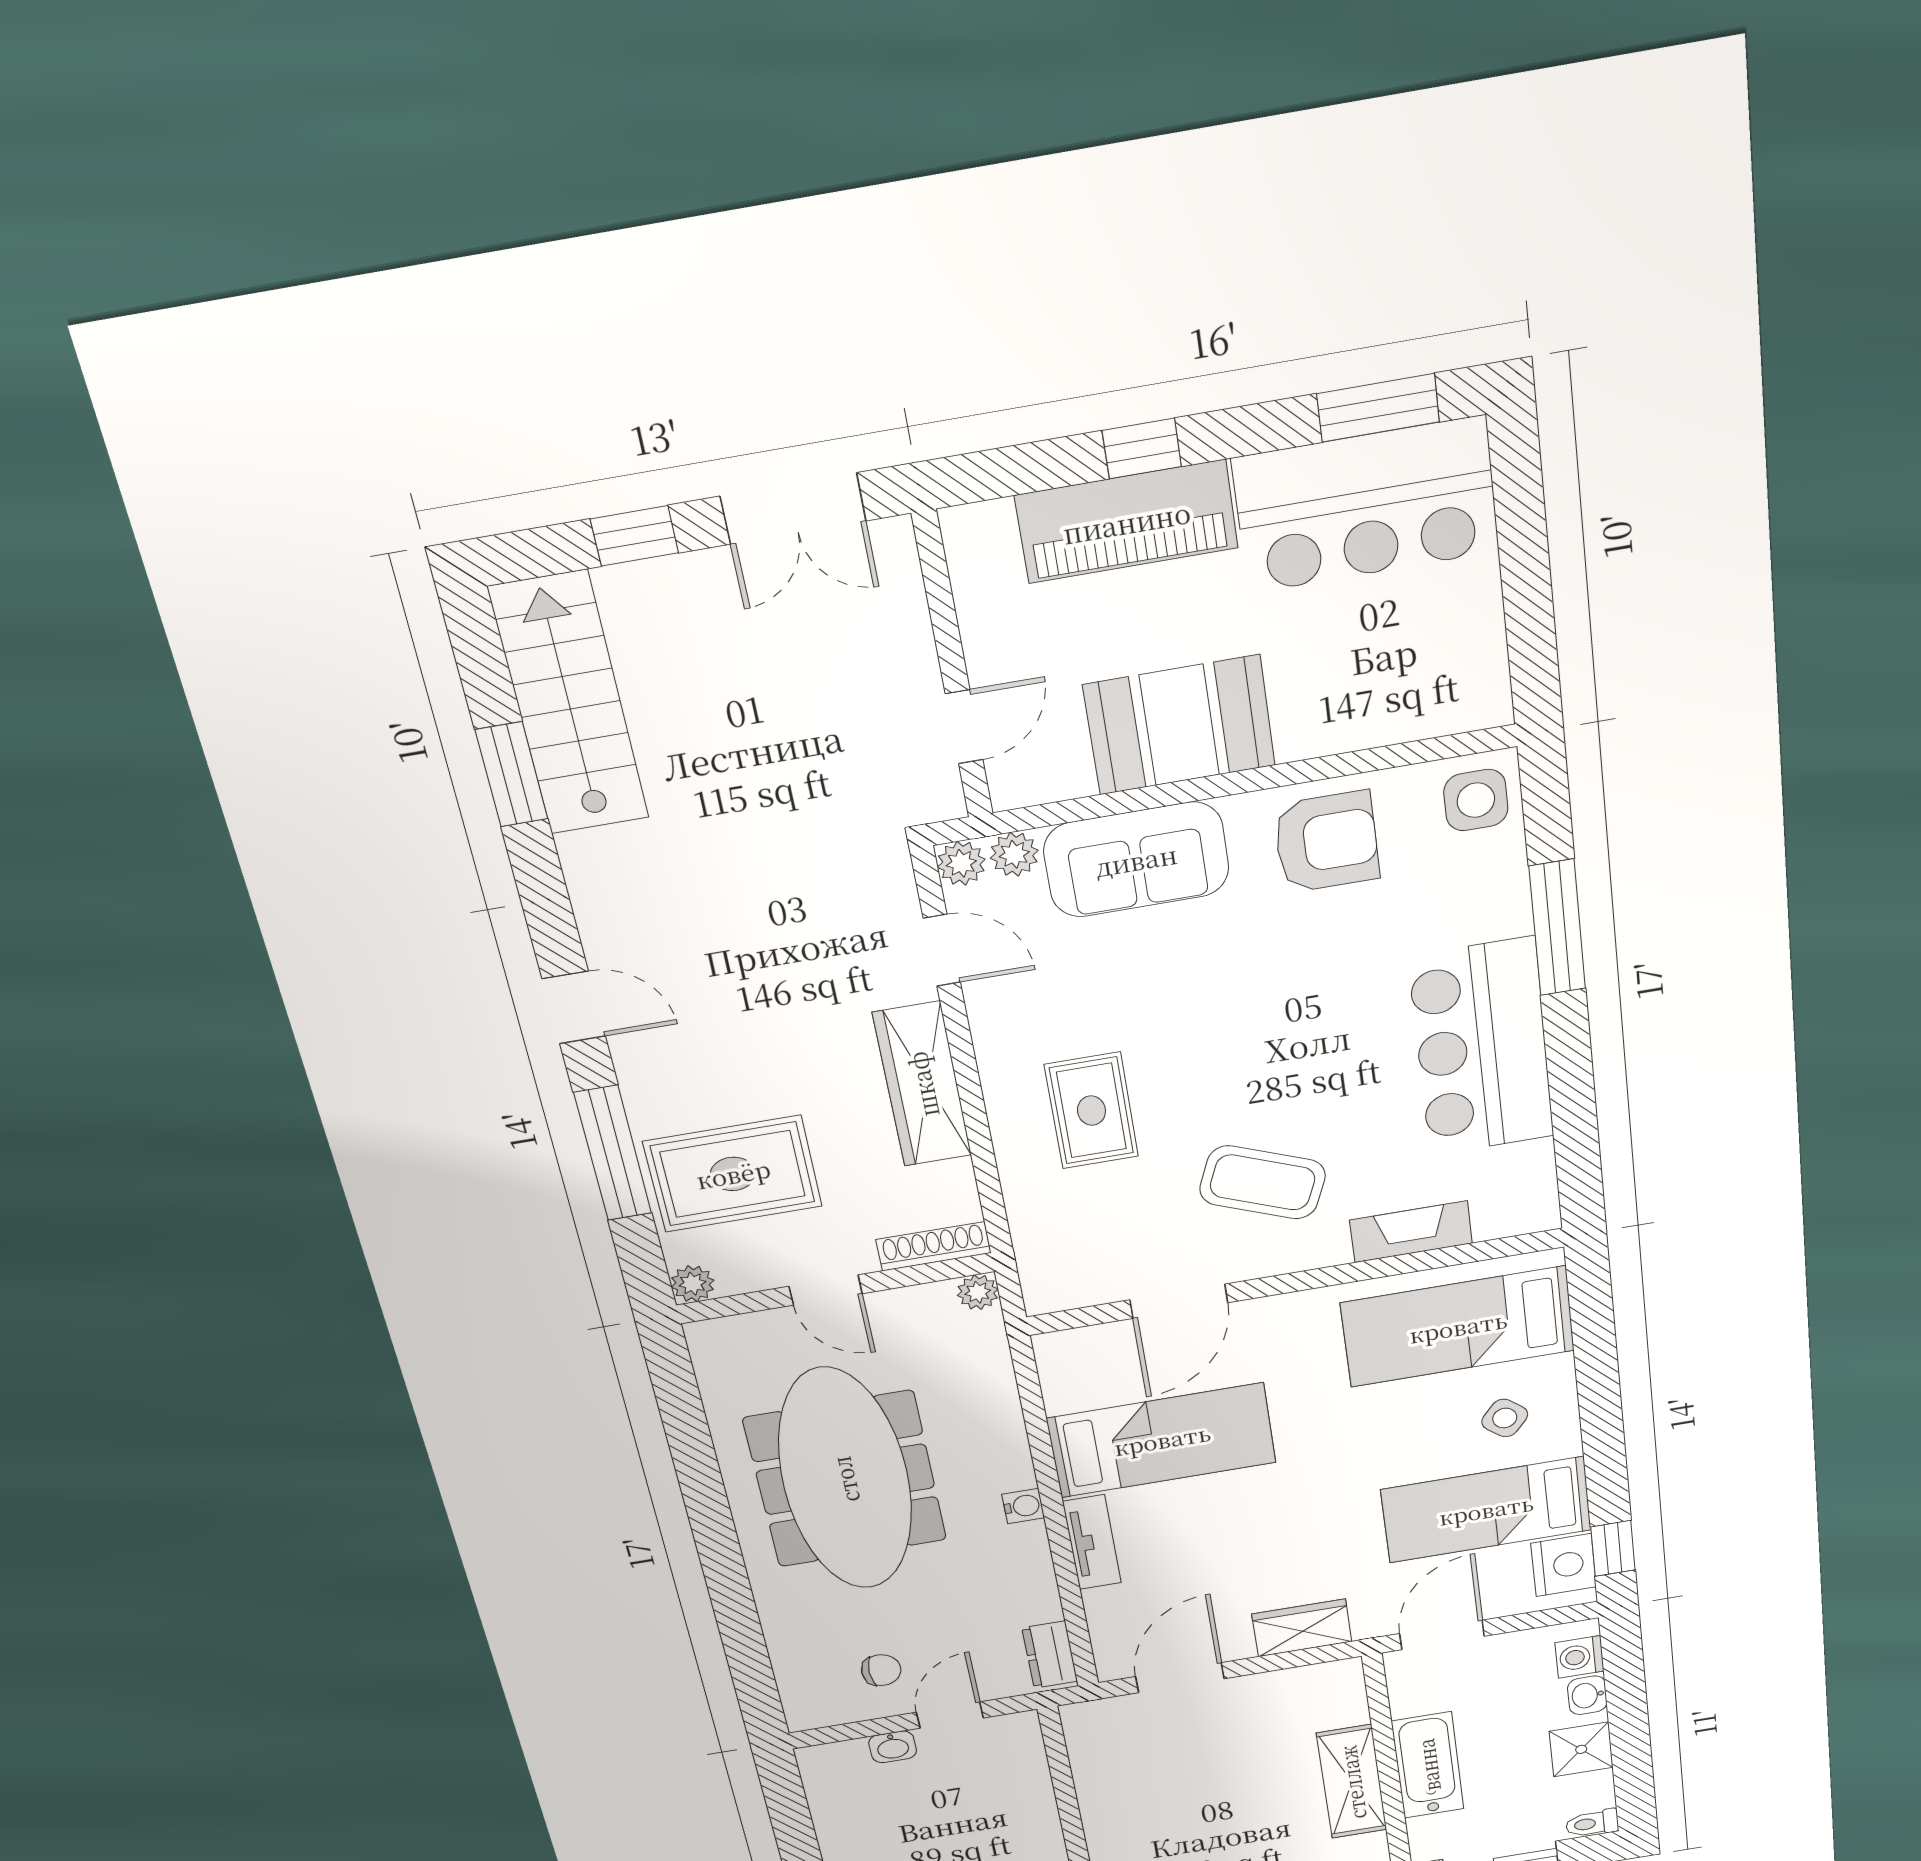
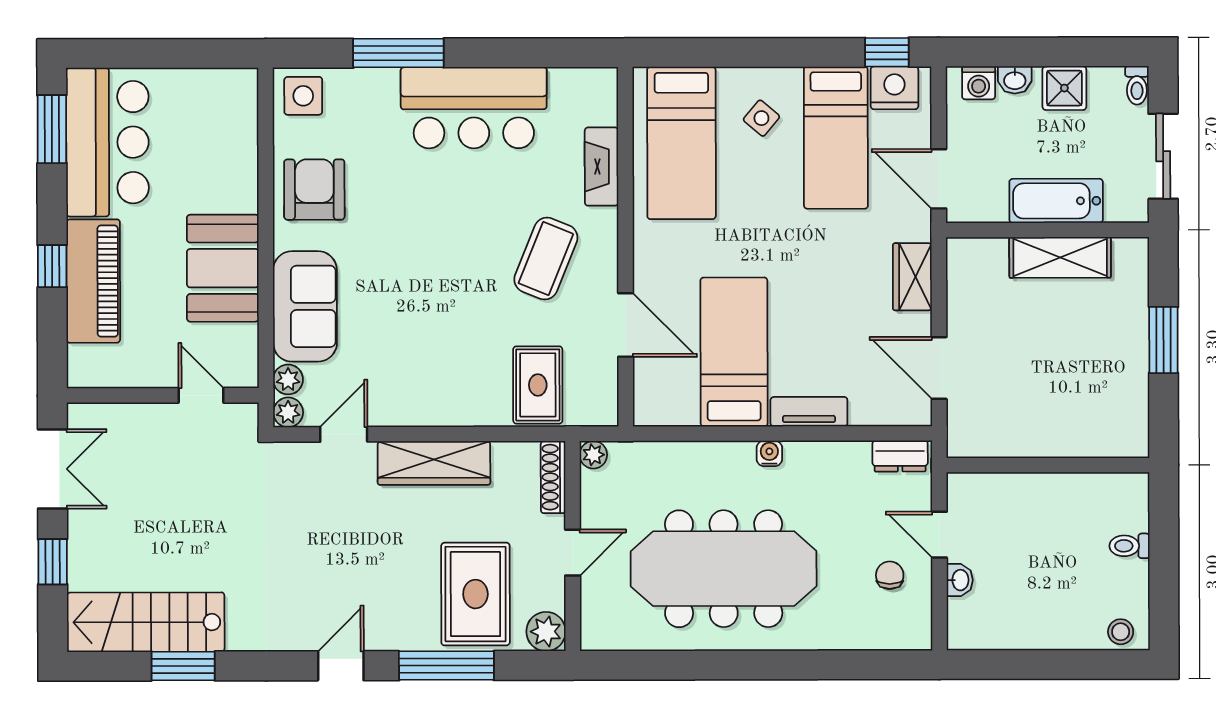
rug: (1091, 1111) -> (538, 385), moved, turned 90
plant: (693, 1284) -> (546, 632), width x1.38, depth x1.38

